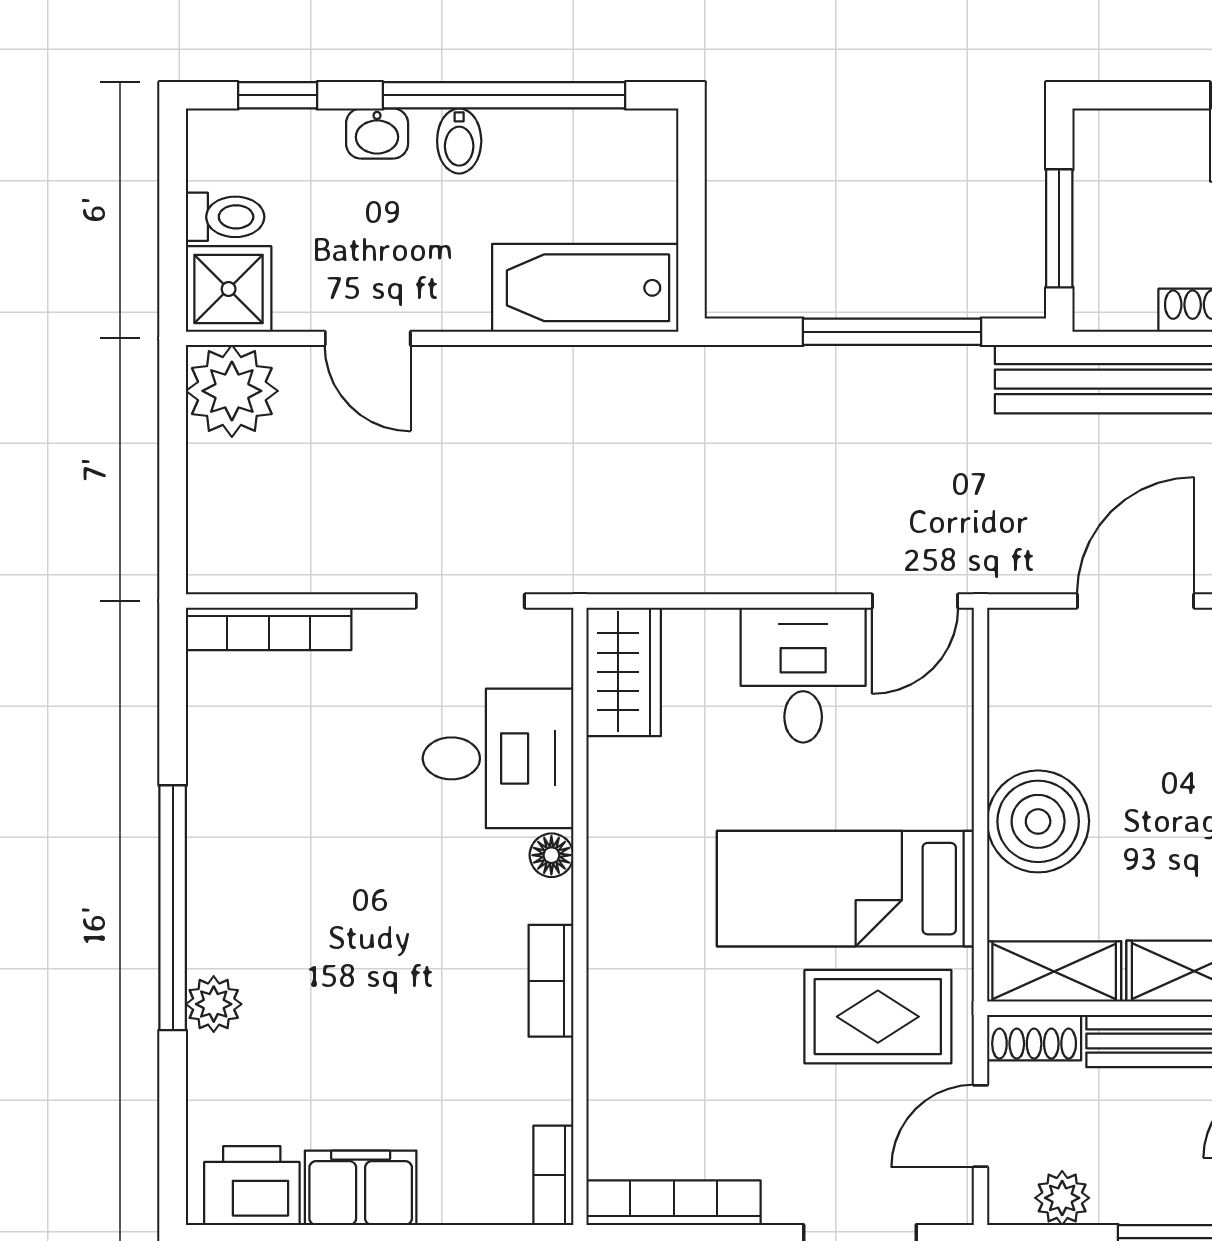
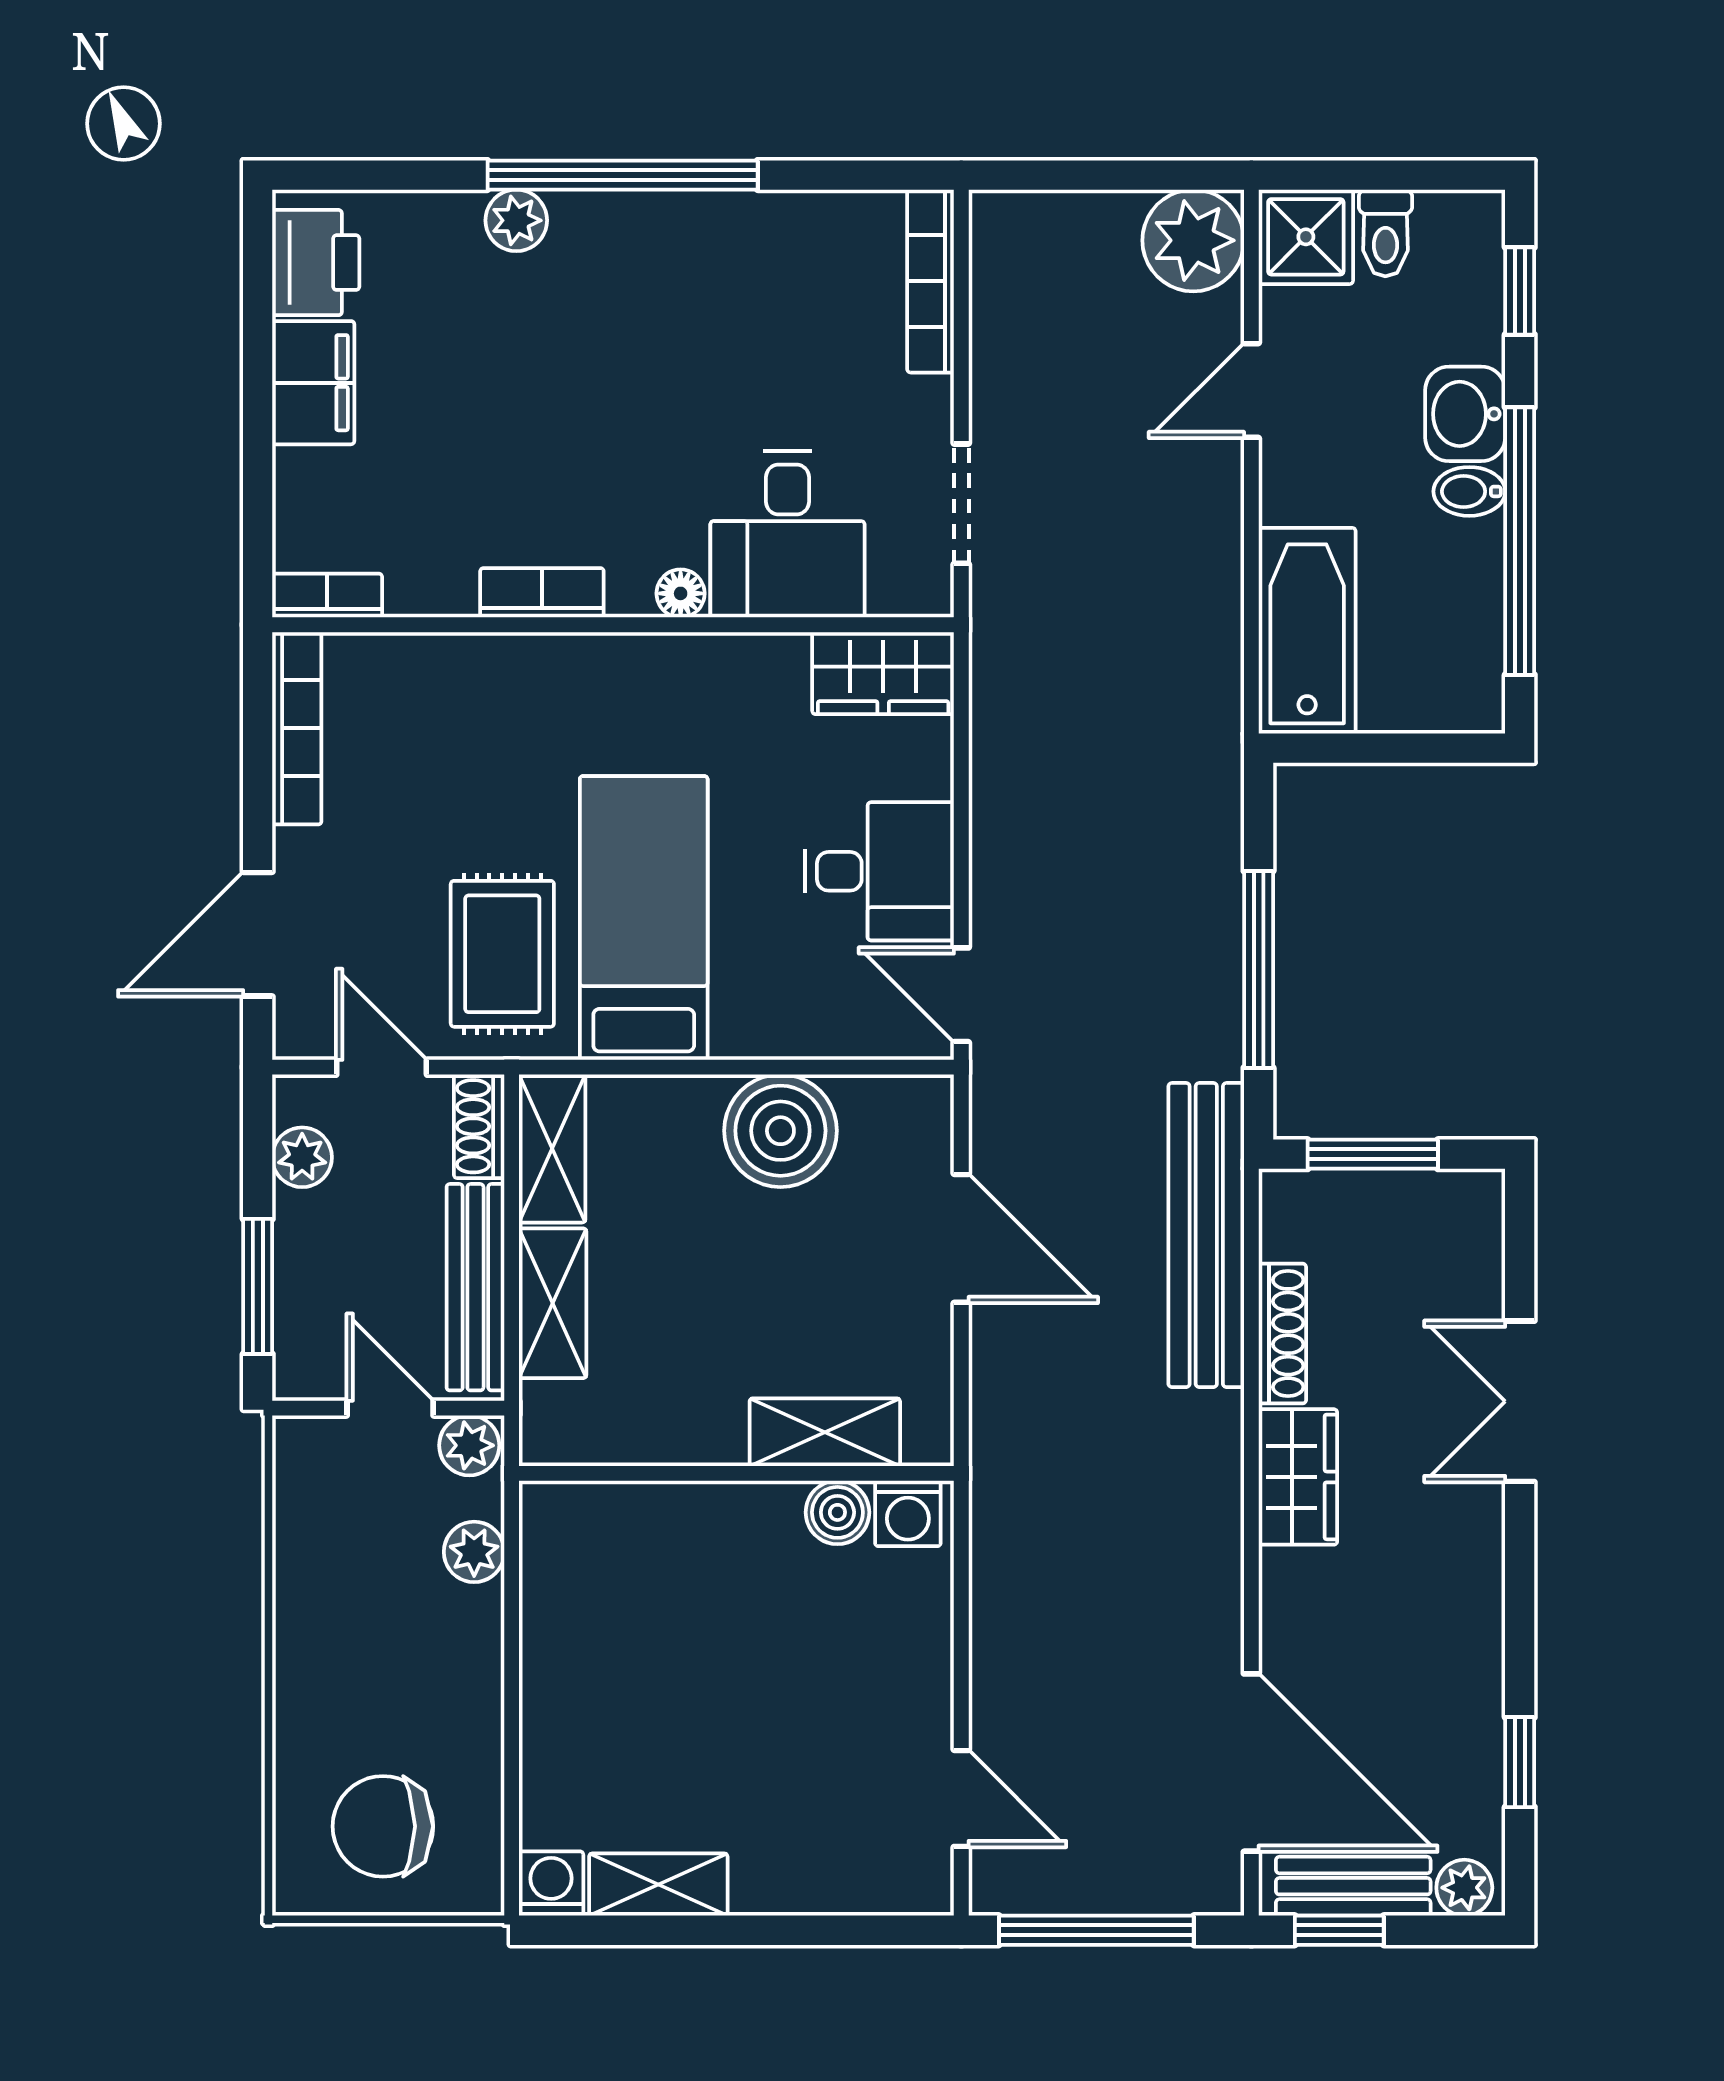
washbasin: (377, 134) -> (1465, 414), width x1.38, depth x1.45
boiler: (1038, 821) -> (780, 1131), moved

